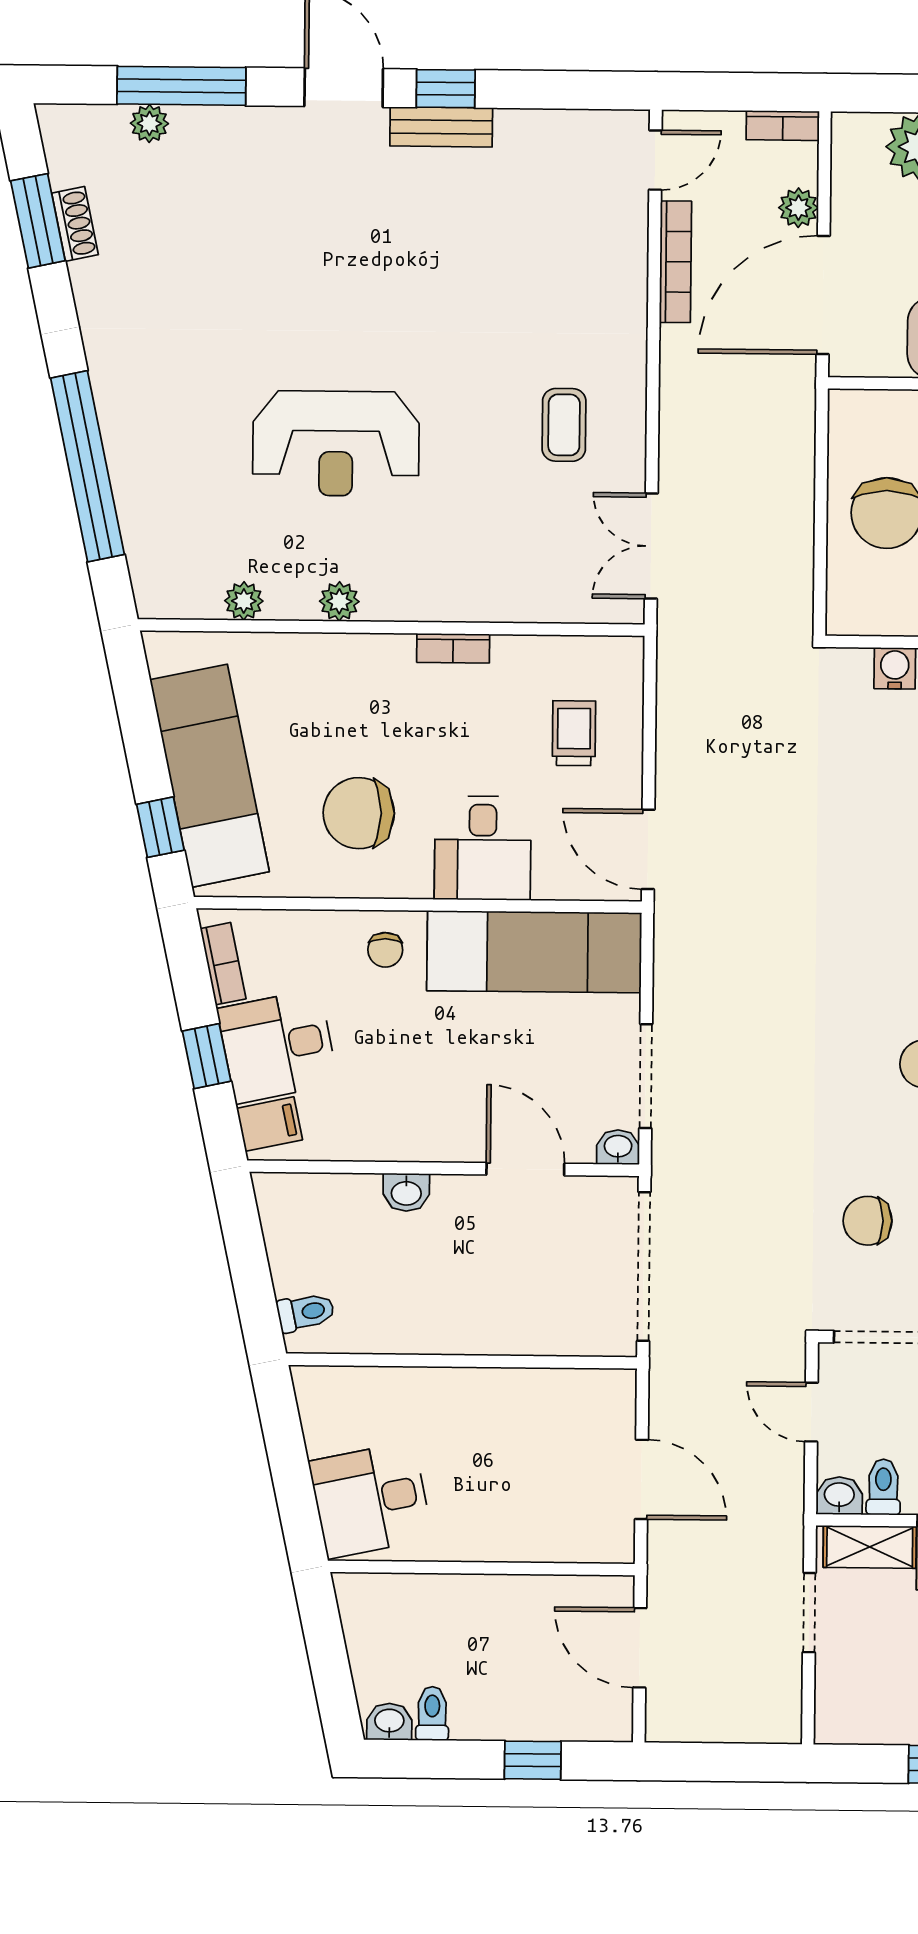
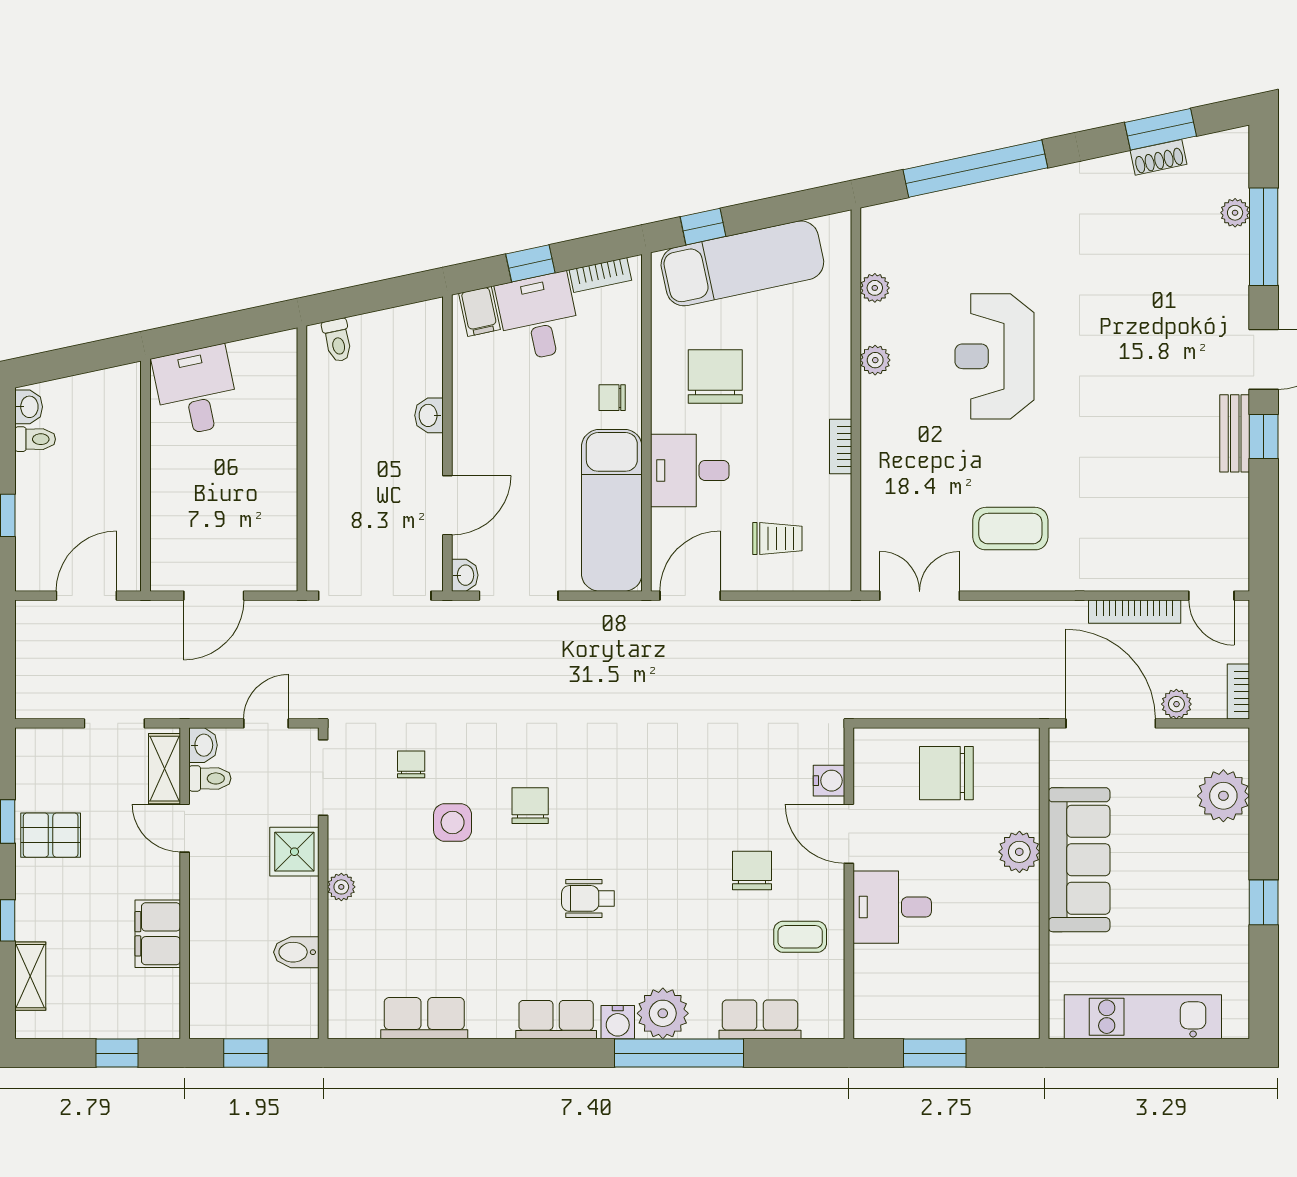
coffee table: (564, 425) -> (1010, 529), width x1.36, depth x1.30
chair: (868, 1221) -> (411, 764), width x0.73, depth x0.73

